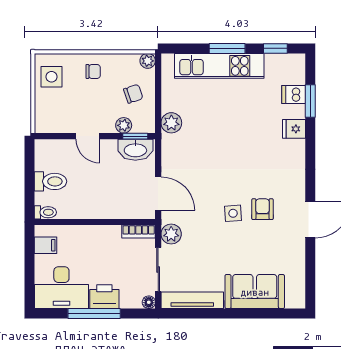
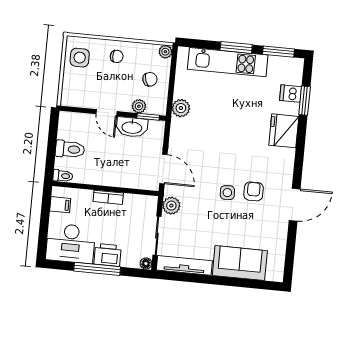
window: (275, 48) -> (278, 52), width x1.50
fridge: (294, 129) -> (284, 131), width x1.88, depth x1.34
washbasin: (135, 150) -> (132, 127), moved
bookcase: (139, 232) -> (108, 197), moved

